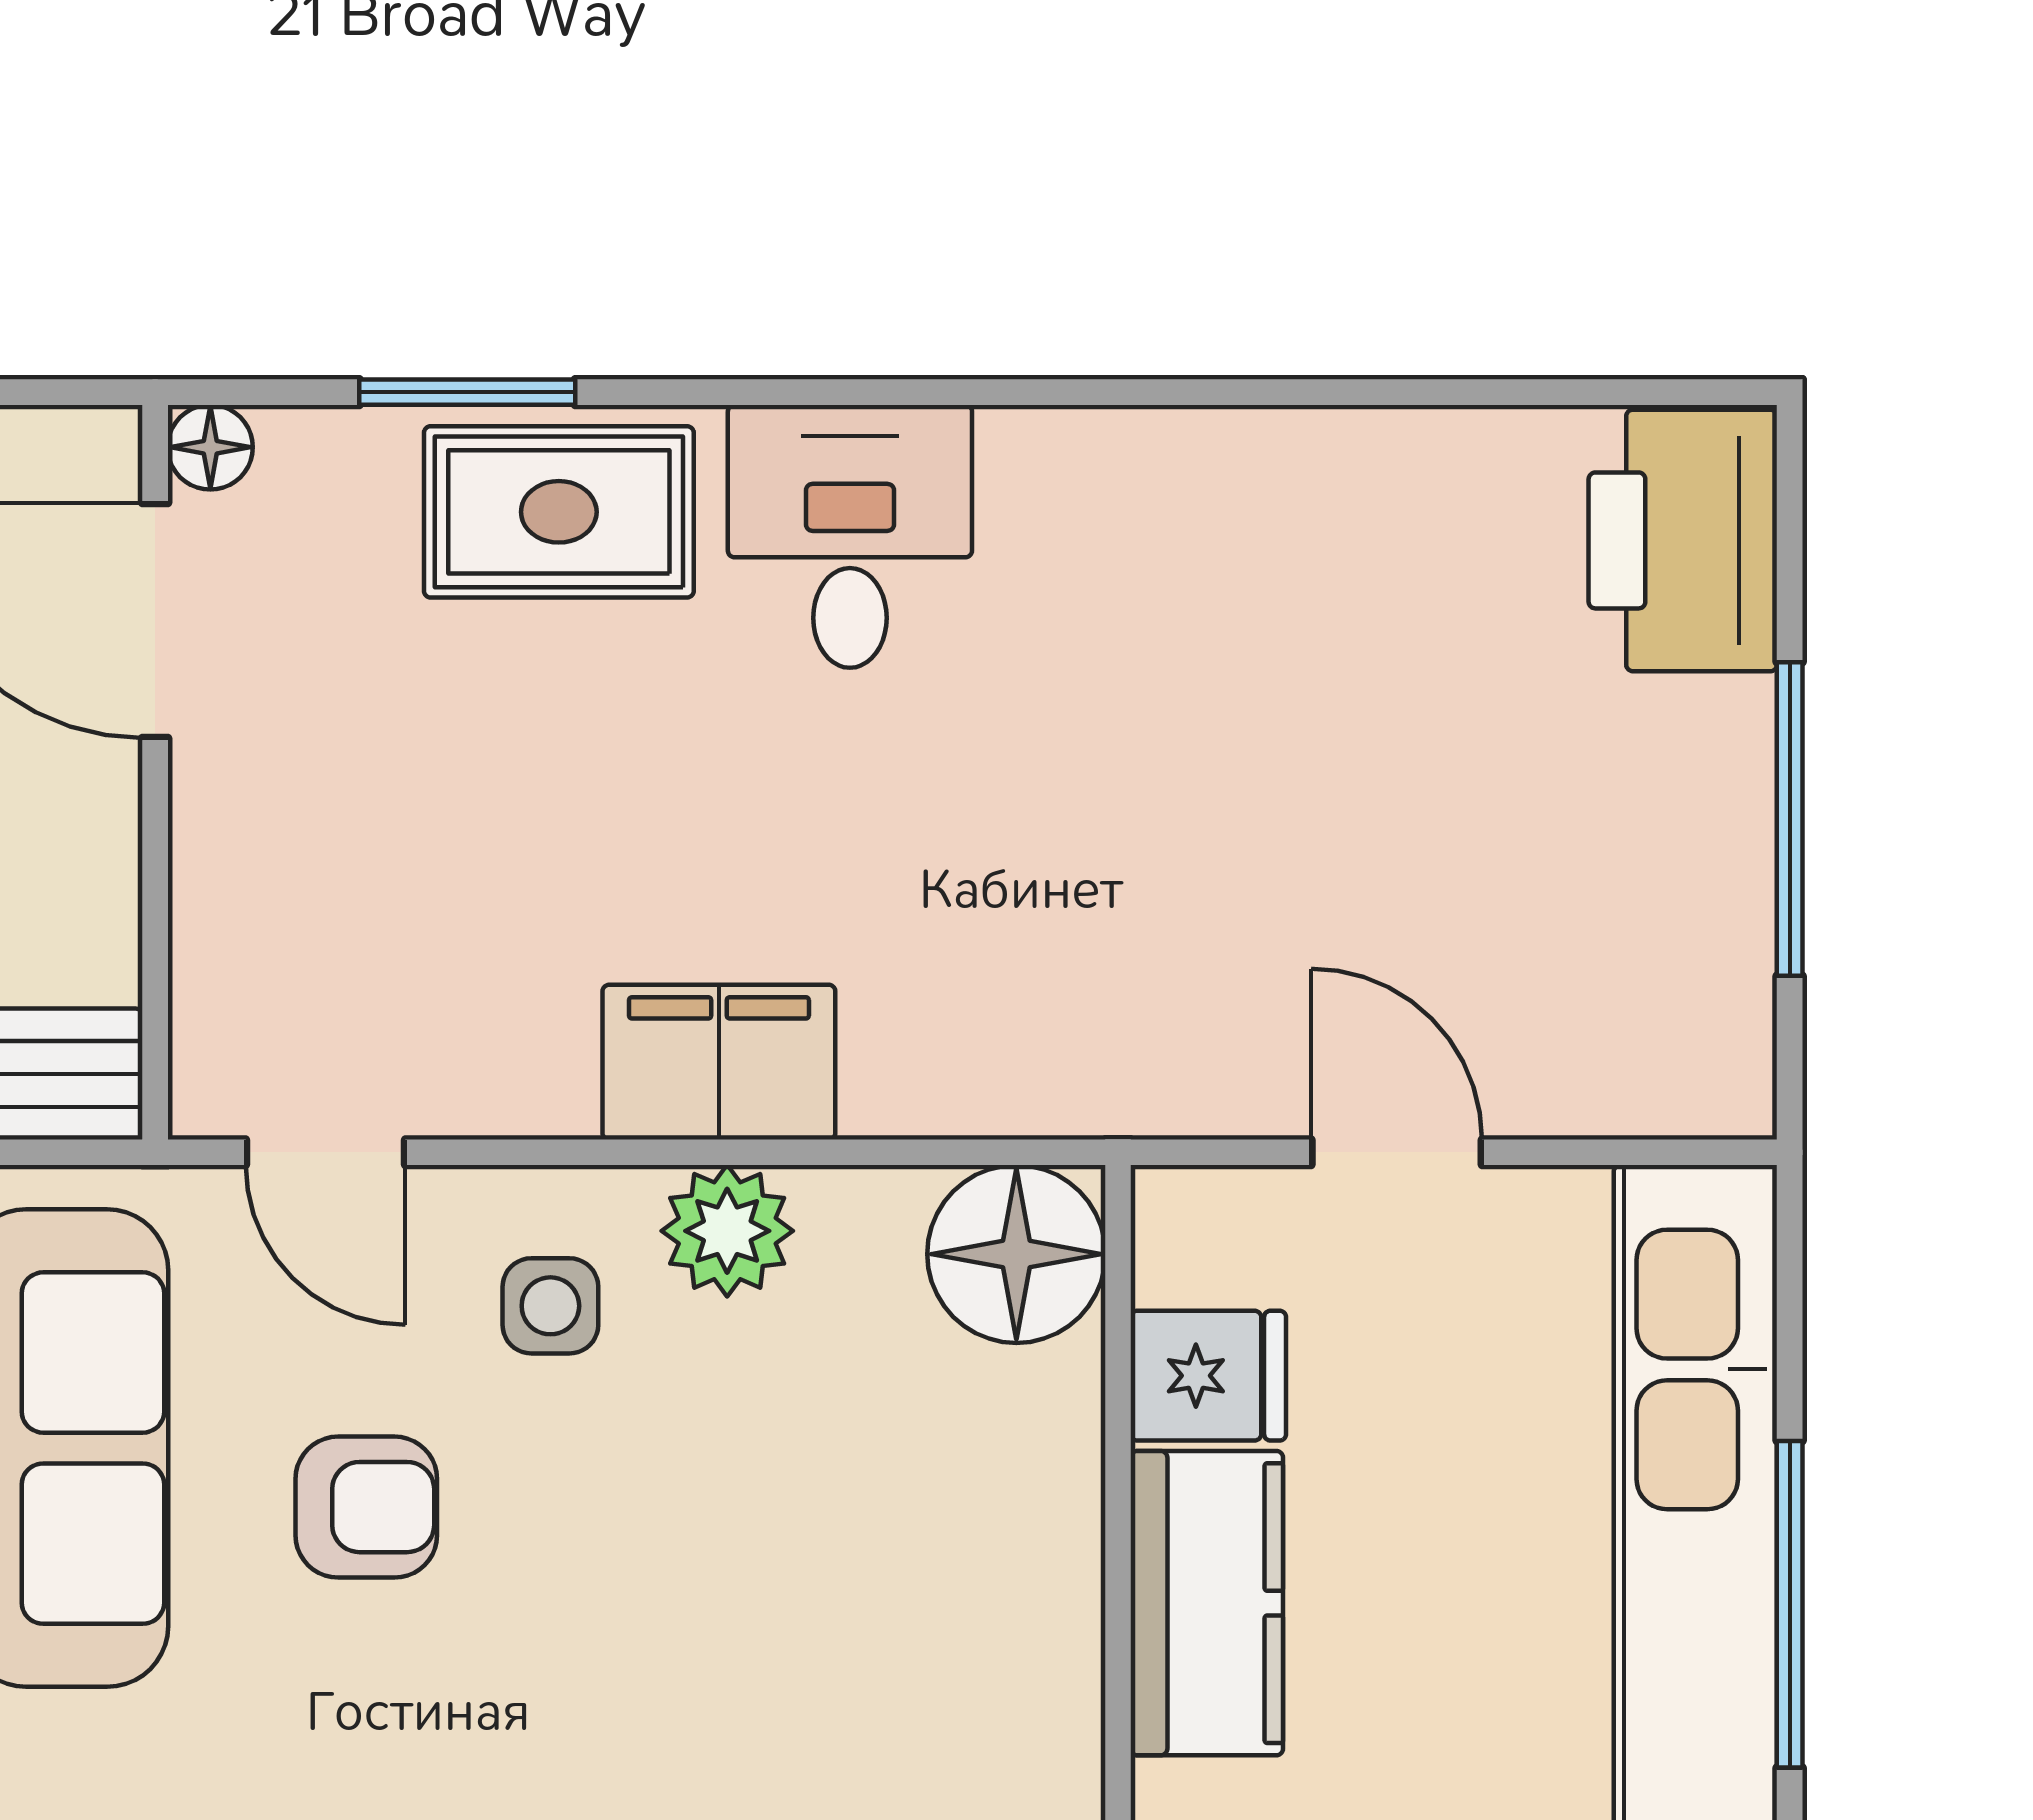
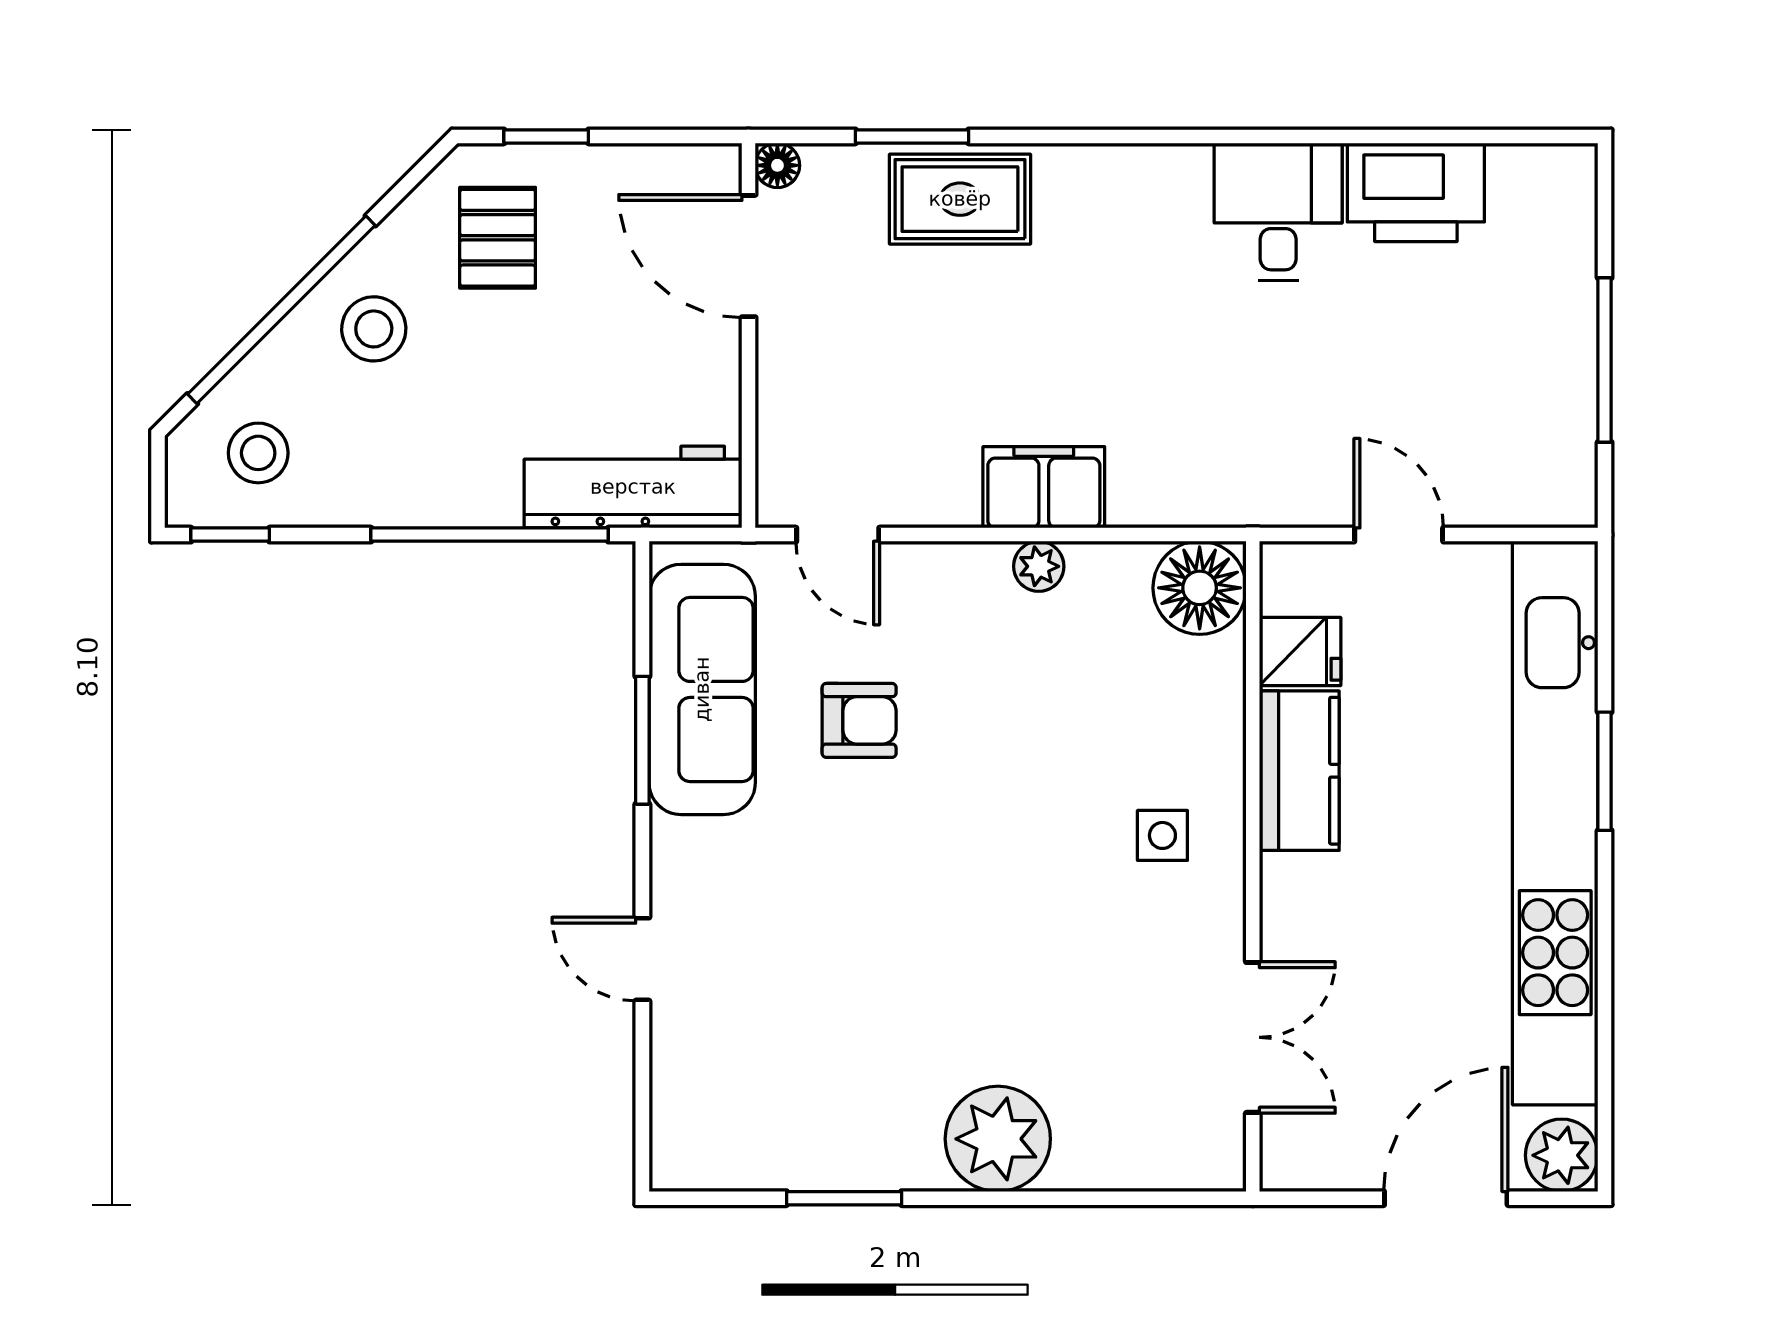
desk: (850, 536) -> (1278, 212), moved
printer: (1683, 540) -> (1416, 192), moved, turned -90
plant: (727, 1231) -> (1039, 566), width x0.73, depth x0.73
side table: (550, 1306) -> (1162, 835), moved
window: (1790, 1604) -> (1605, 771), width x0.69

